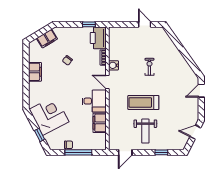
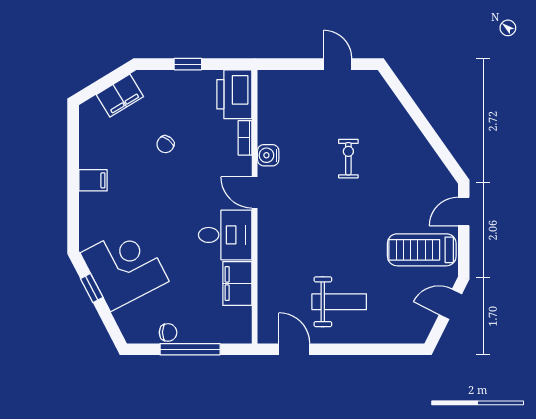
window: (89, 24) -> (188, 64), moved
filing cabinet: (35, 72) -> (93, 180), width x0.50
treadmill: (143, 102) -> (422, 250), moved
weight bench: (145, 131) -> (339, 302), turned -90
window: (40, 135) -> (92, 288), moved
door: (125, 152) -> (294, 349), swing flipped
window: (161, 152) -> (375, 349), removed

